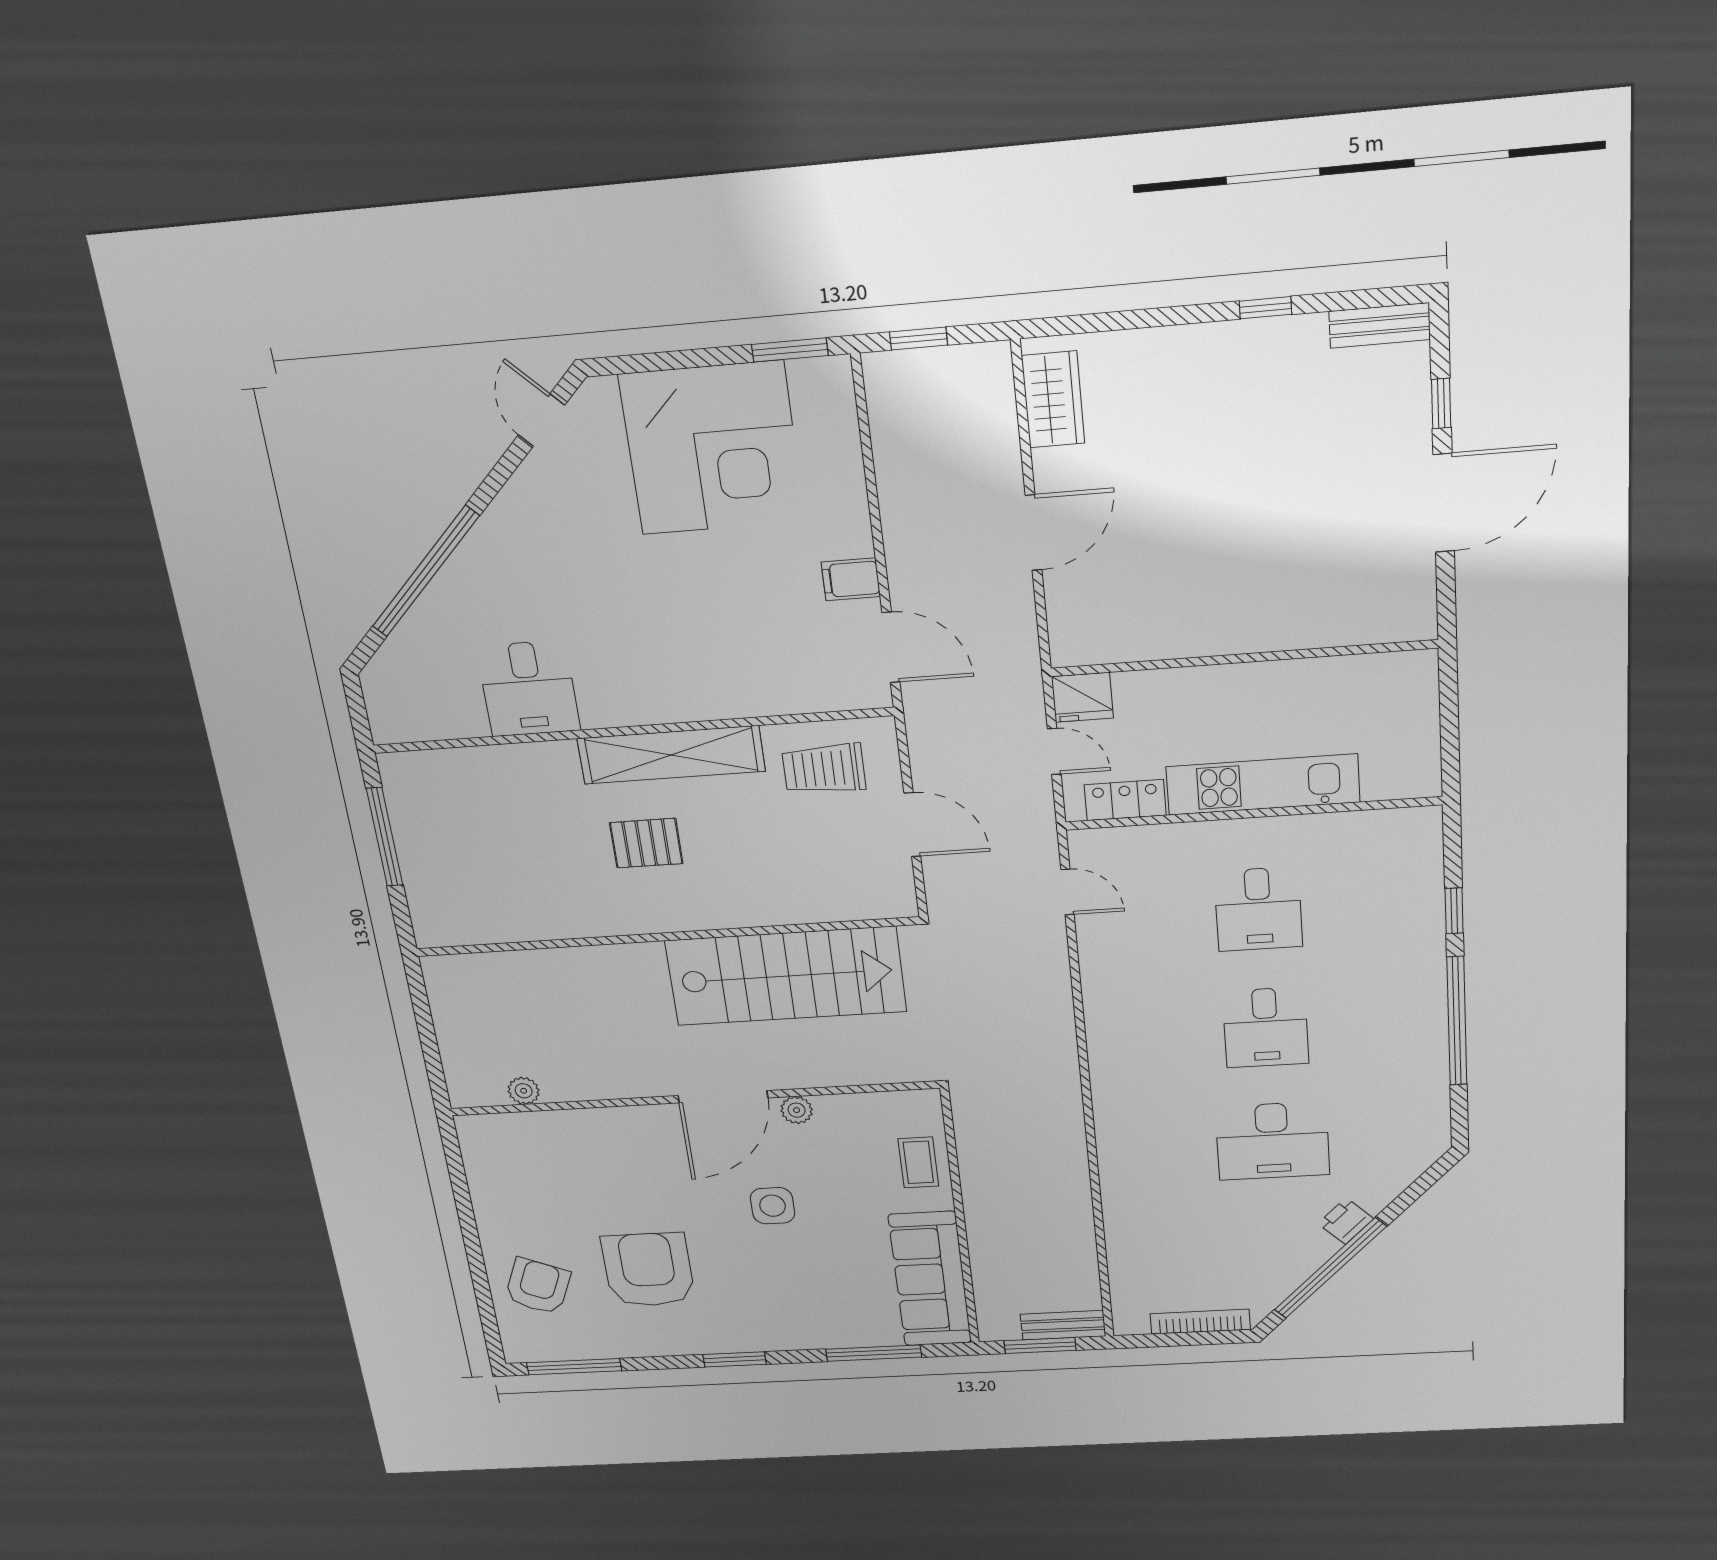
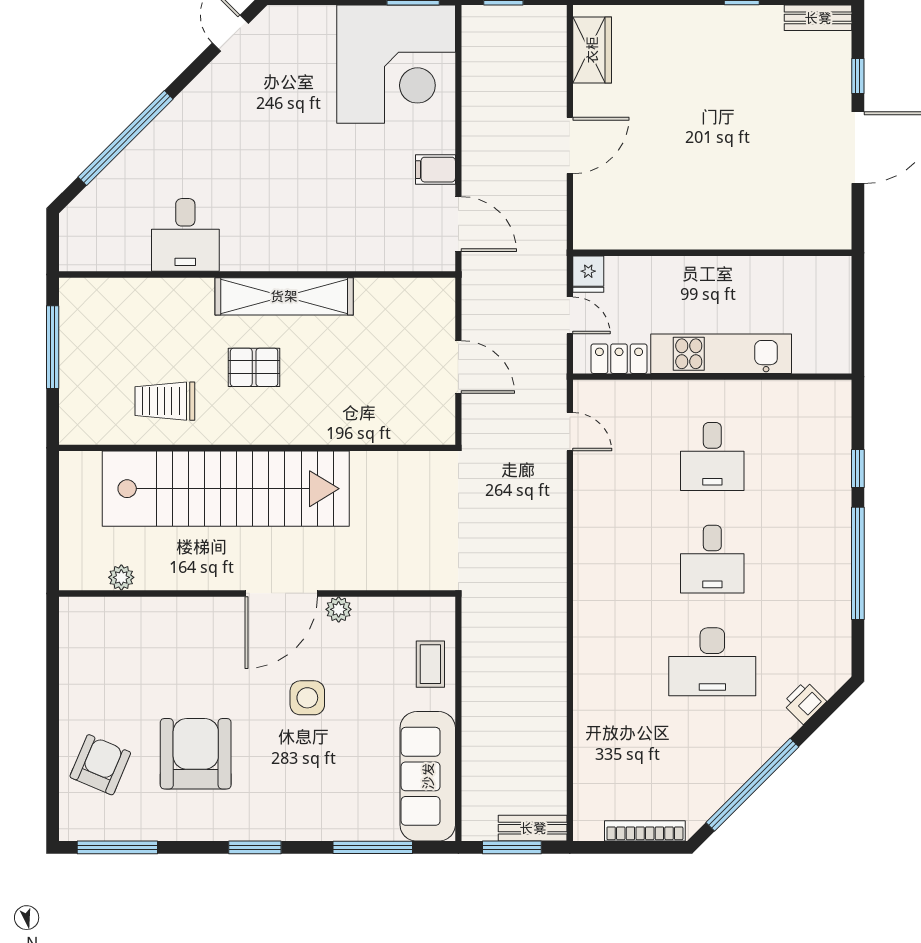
corner desk: (712, 448) -> (396, 64), moved
fridge: (1082, 697) -> (588, 274), width x0.72
trolley: (824, 769) -> (165, 401), moved
stairs: (786, 976) -> (226, 489), moved, width x1.36
printer: (1346, 1221) -> (804, 702), moved

